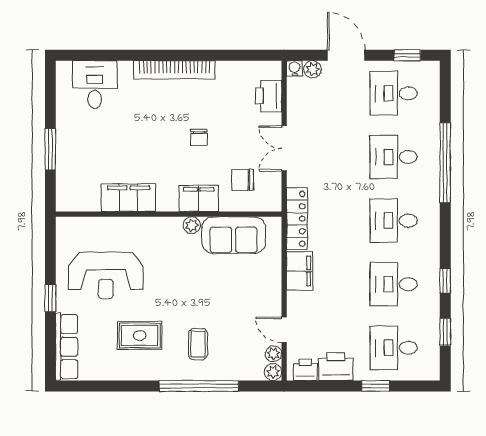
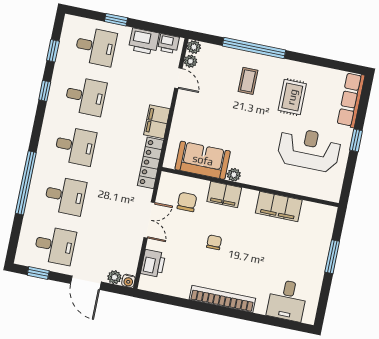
chair: (243, 180) -> (187, 202), turned -90
rug: (140, 335) -> (292, 97), turned 90

